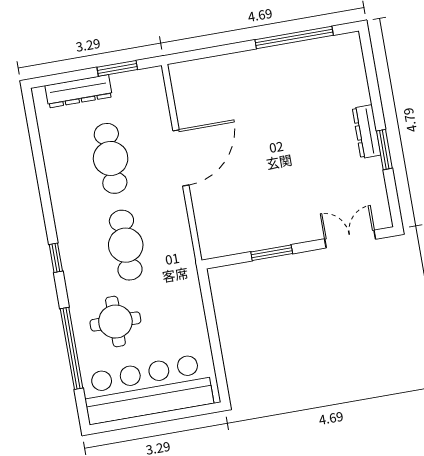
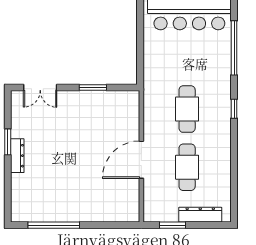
round table: (115, 322) -> (202, 60), removed

